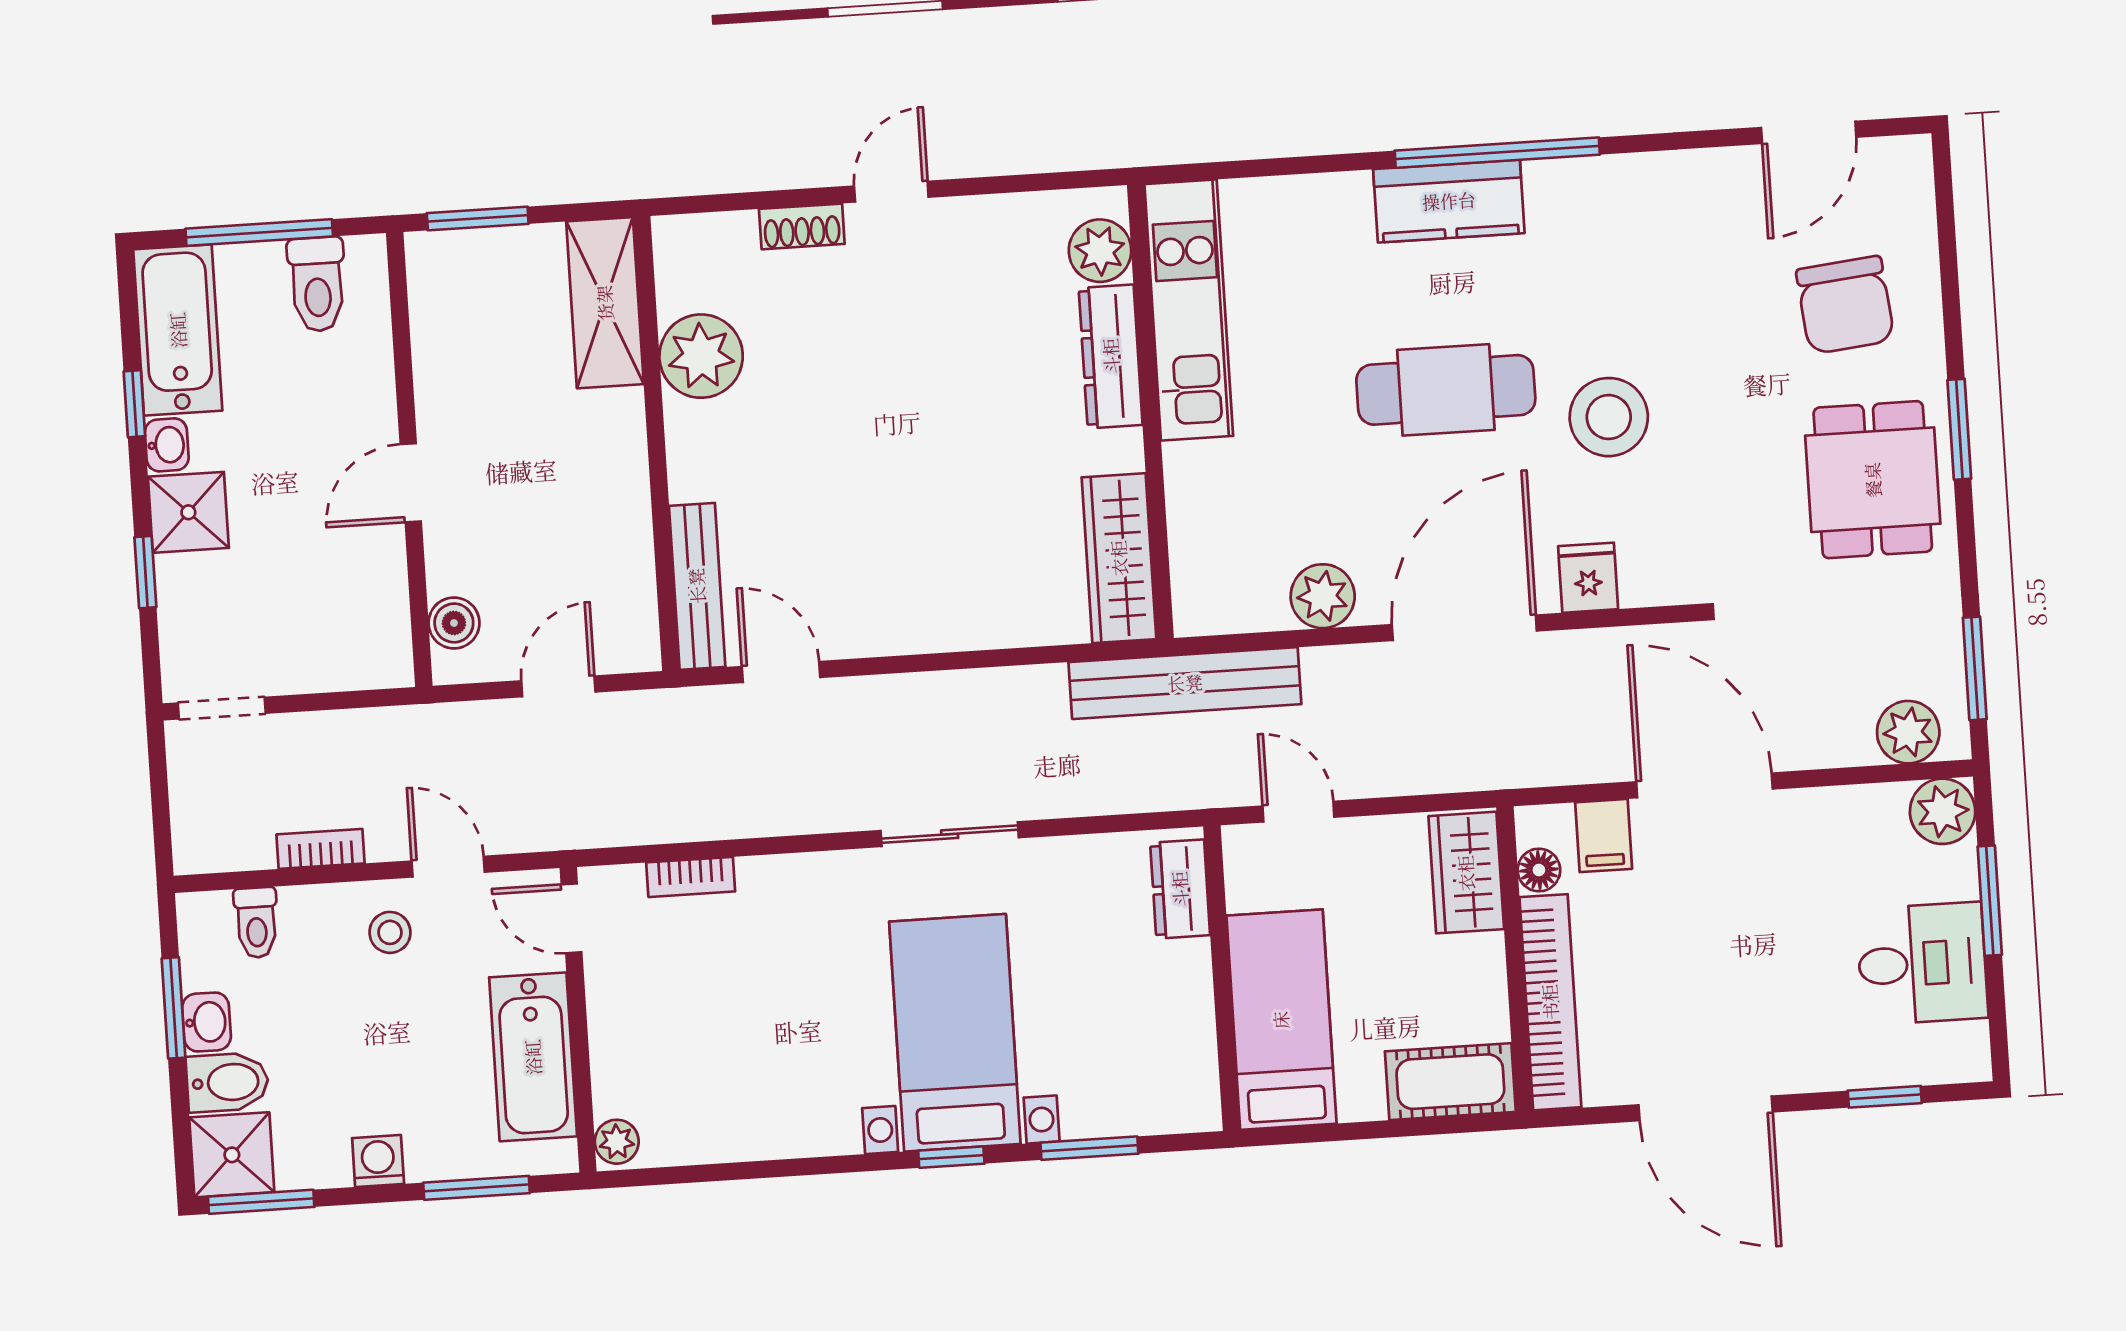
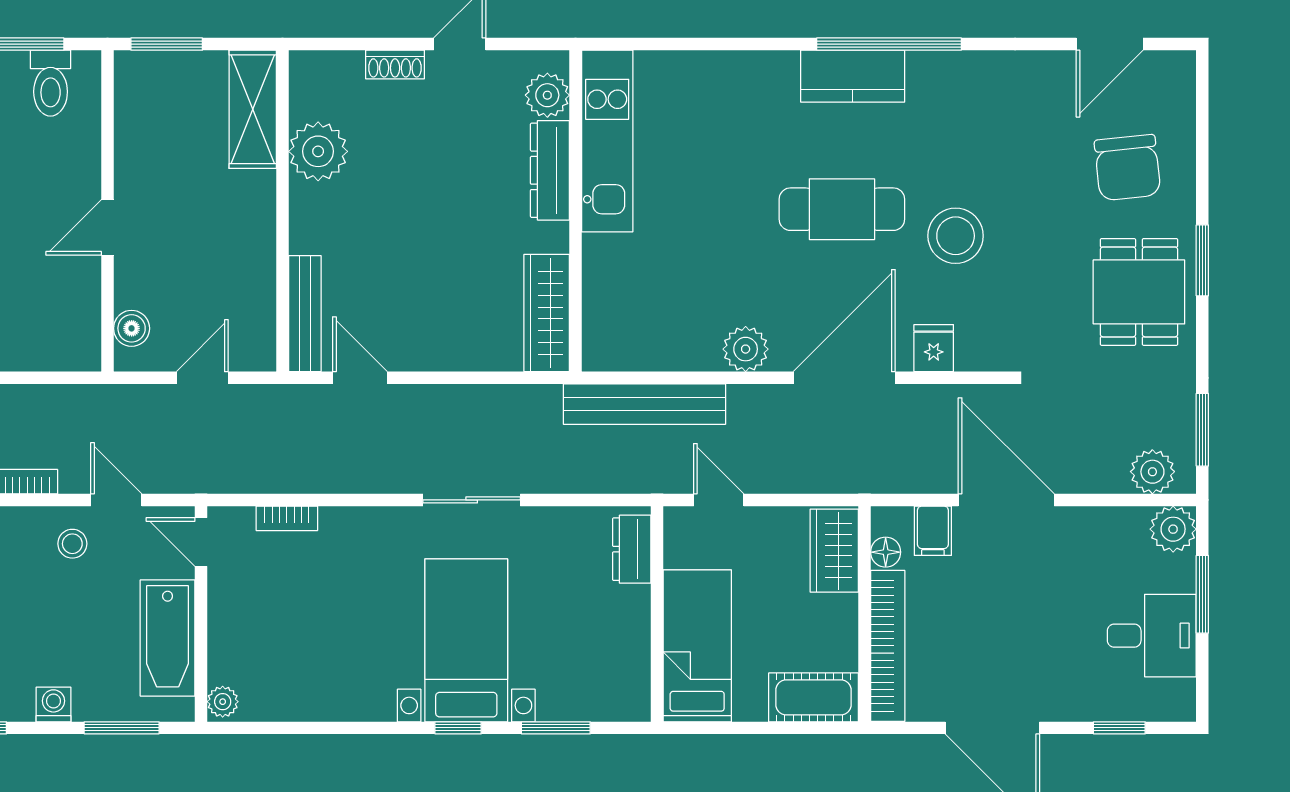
plant: (1100, 251) -> (547, 95), moved
kitchen unit: (1189, 310) -> (607, 141), moved
dresser: (1111, 356) -> (550, 170), moved
wall: (1150, 412) -> (576, 211), moved
wardrobe: (1119, 558) -> (547, 313), moved

